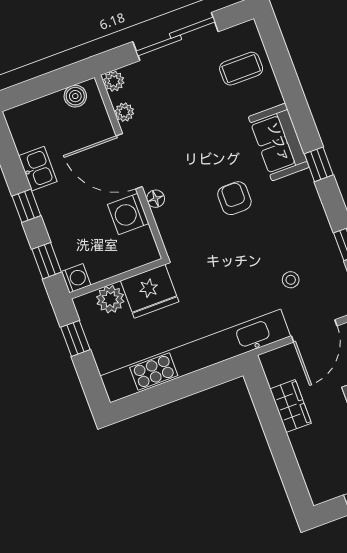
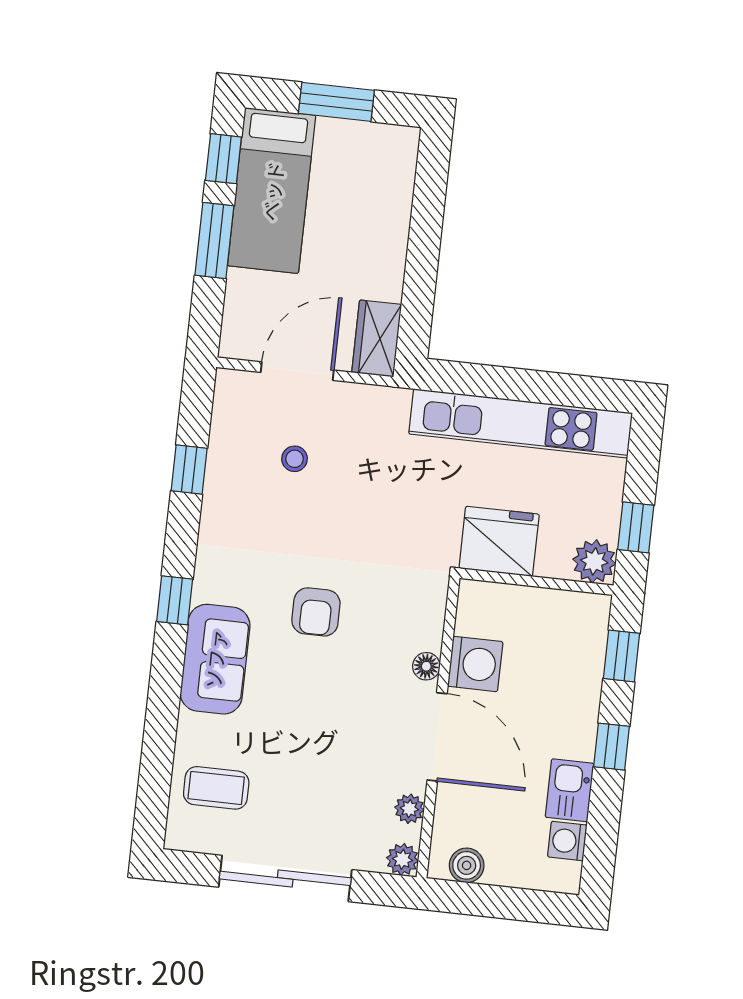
washing machine: (76, 278) -> (567, 841), moved
plant: (110, 299) -> (594, 561), moved
kitchen unit: (195, 356) -> (521, 423), width x0.73
wardrobe: (291, 406) -> (377, 338), moved

